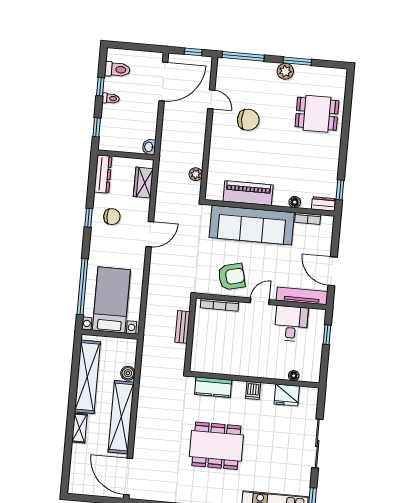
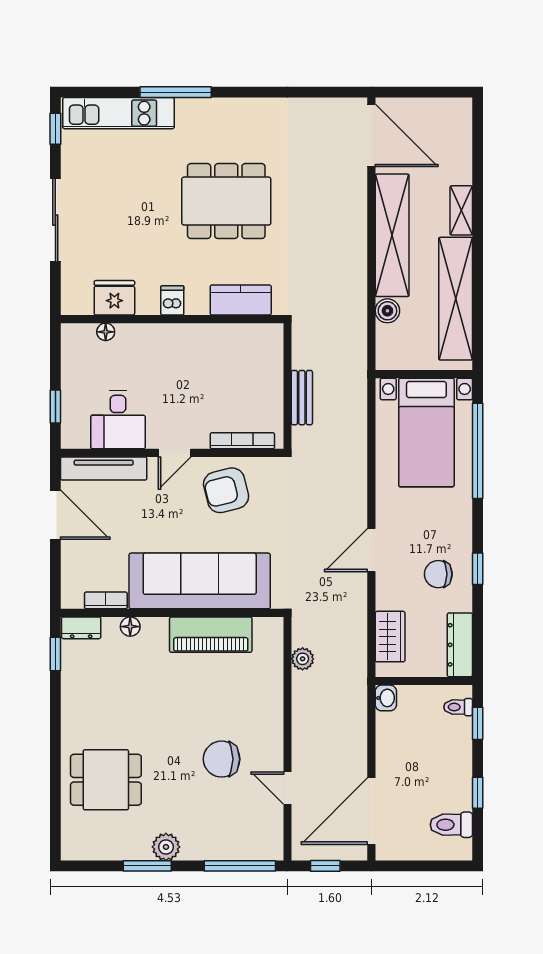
toilet: (111, 98) -> (458, 707), moved

